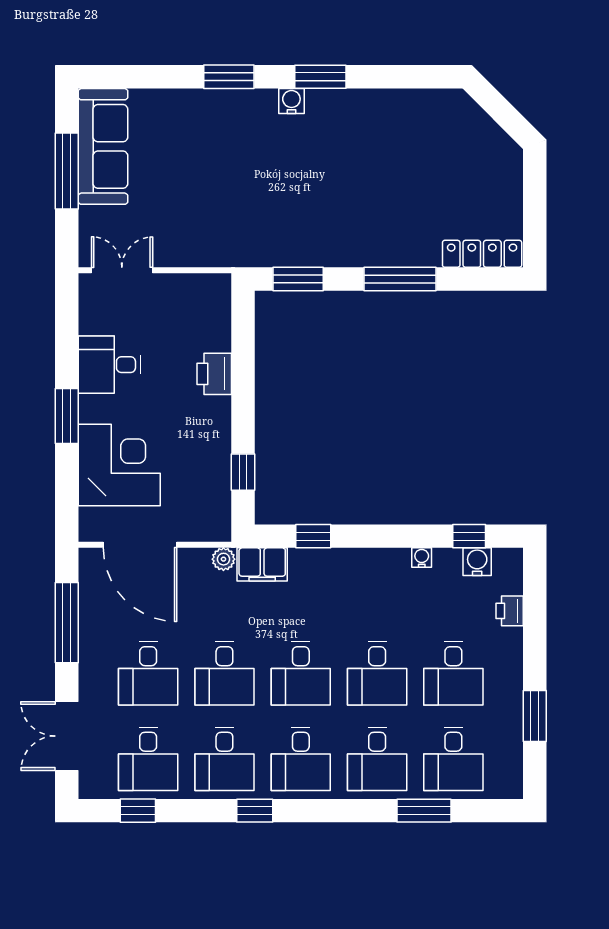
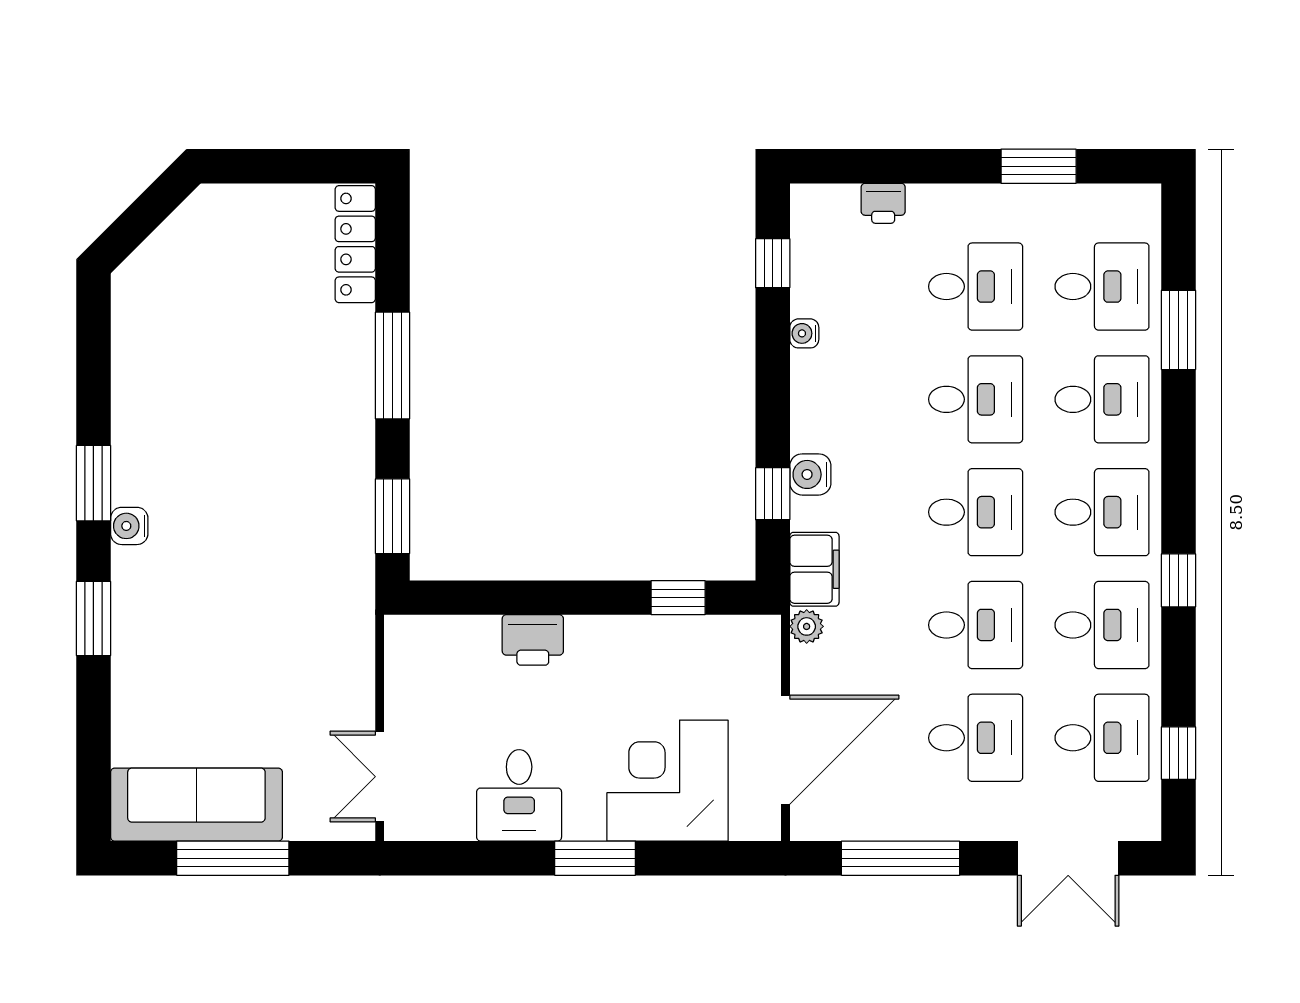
water cooler: (477, 562) -> (810, 474), moved

